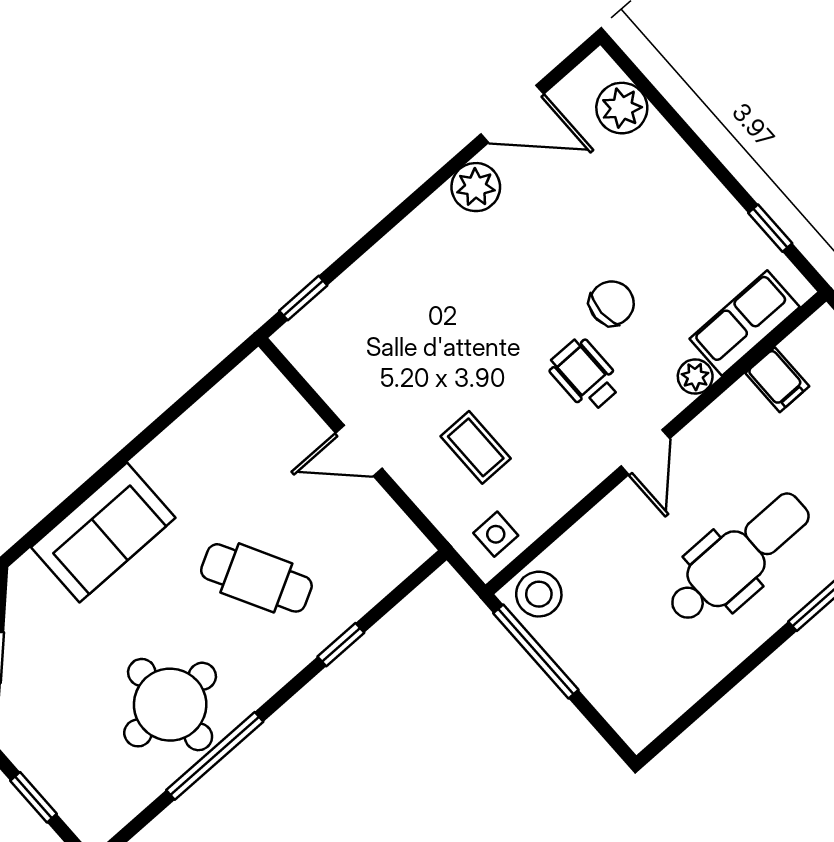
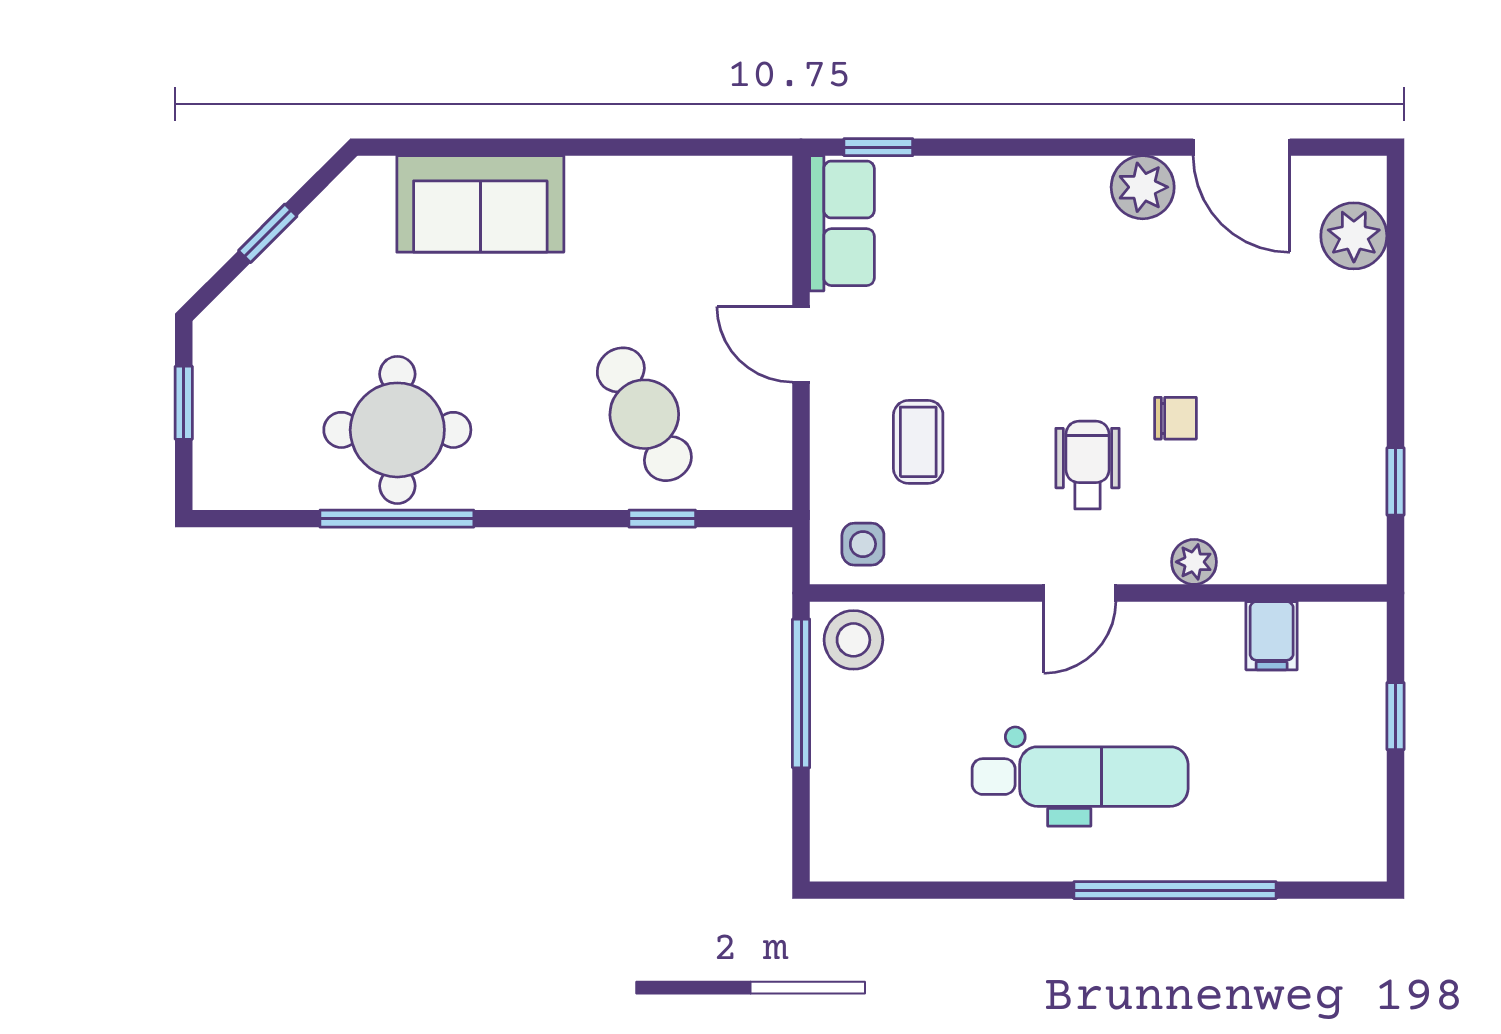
chair: (612, 303) -> (1176, 418), width x0.73, depth x0.73
row of seats: (745, 323) -> (842, 223), moved, turned 90
cafe table: (256, 578) -> (644, 414), moved
window: (341, 645) -> (662, 519), moved

